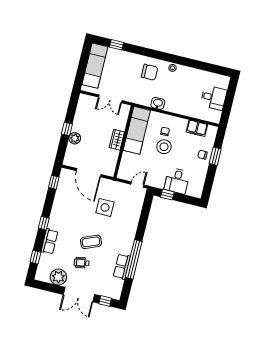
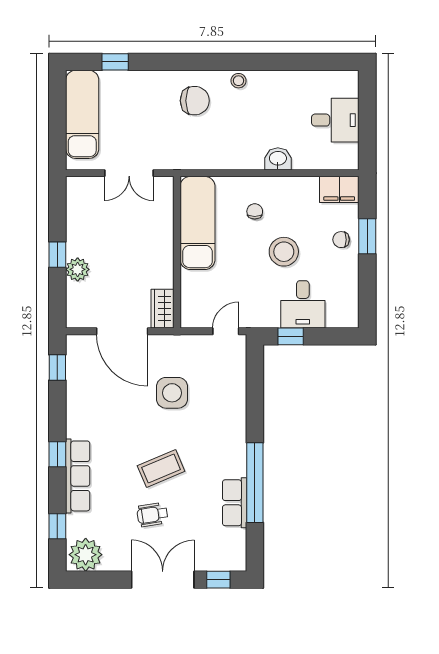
washbasin: (158, 103) -> (278, 159), moved
filing cabinet: (197, 128) -> (339, 189), moved
wardrobe: (117, 140) -> (163, 309), moved
stool: (164, 147) -> (284, 252), moved
row of seats: (49, 241) -> (78, 476), width x1.48
plant: (58, 277) -> (86, 555), moved
double door: (79, 295) -> (163, 580), swing flipped

